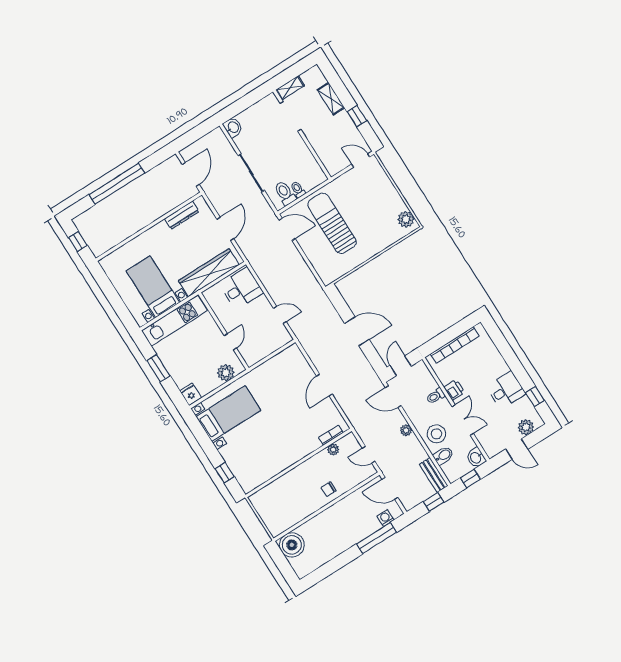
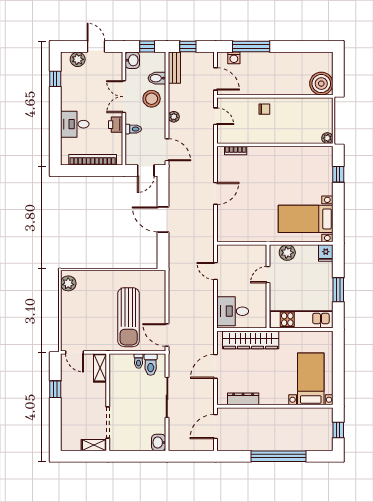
shelving: (331, 99) -> (100, 368), moved
bed with nightstands: (153, 287) -> (311, 379), moved, turned 180
desk: (506, 390) -> (75, 124), moved
plant: (333, 450) -> (327, 138), moved

